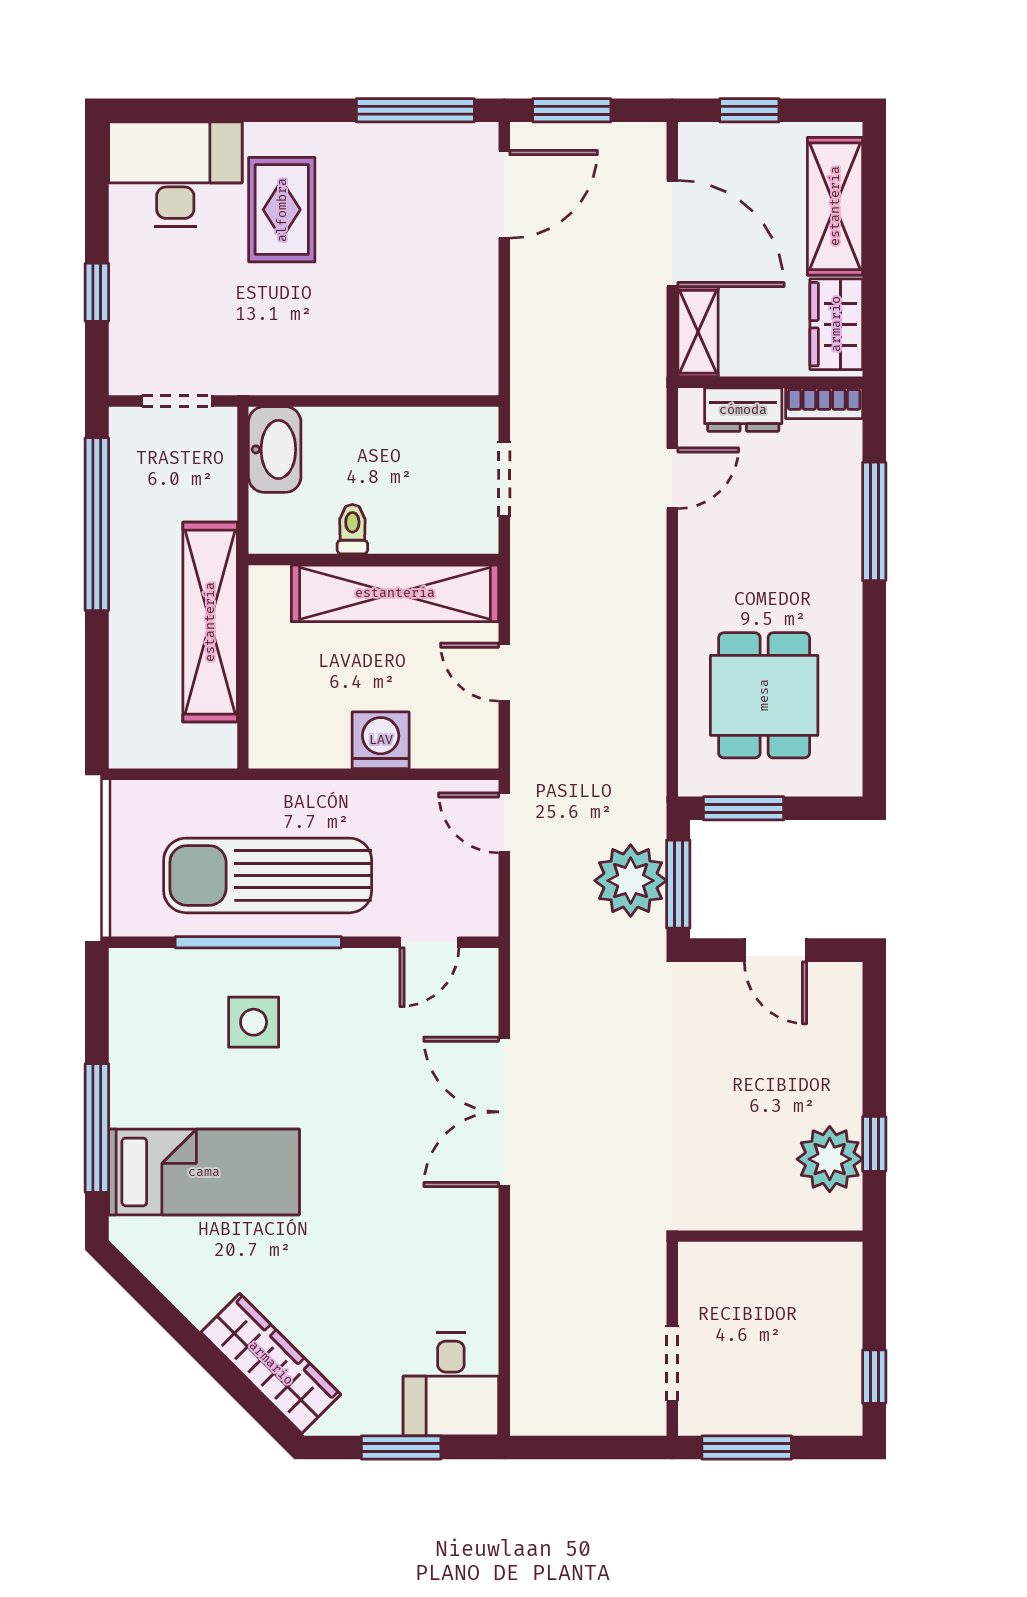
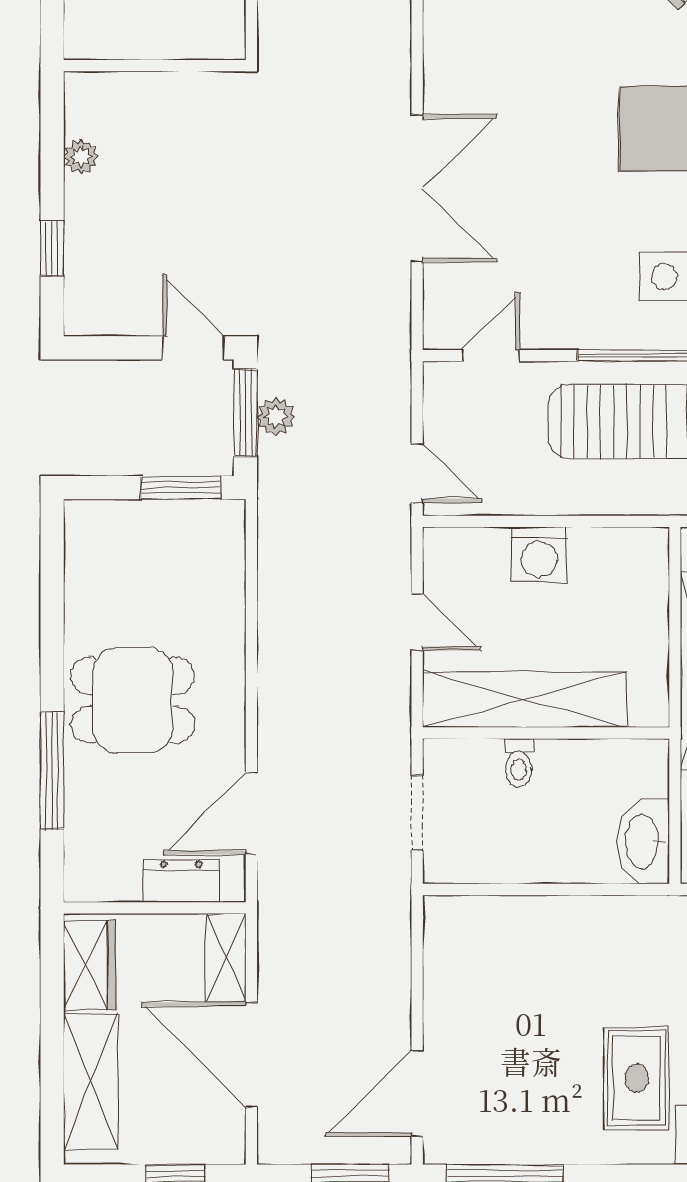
bookcase: (824, 403) -> (102, 887), removed
door: (672, 478) -> (251, 813), width x1.38
toilet: (352, 529) -> (519, 763), moved
dining table: (764, 695) -> (133, 700), moved, turned 90
plant: (631, 881) -> (276, 416), width x0.53, depth x0.53
door: (775, 950) -> (193, 348), moved
window: (874, 1144) -> (52, 248), moved
plant: (830, 1159) -> (81, 157), width x0.53, depth x0.53

